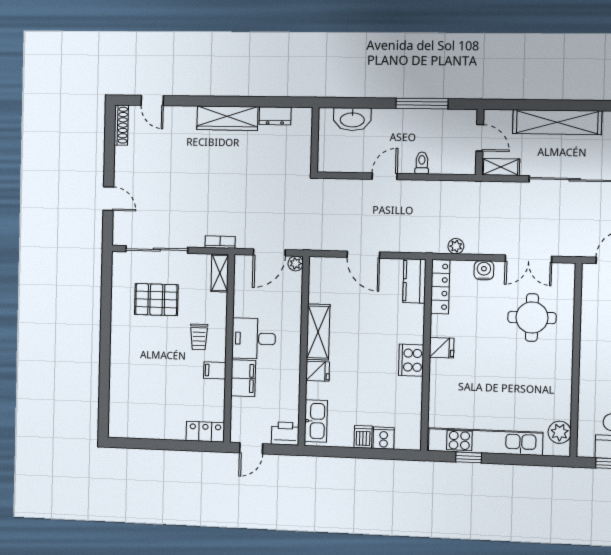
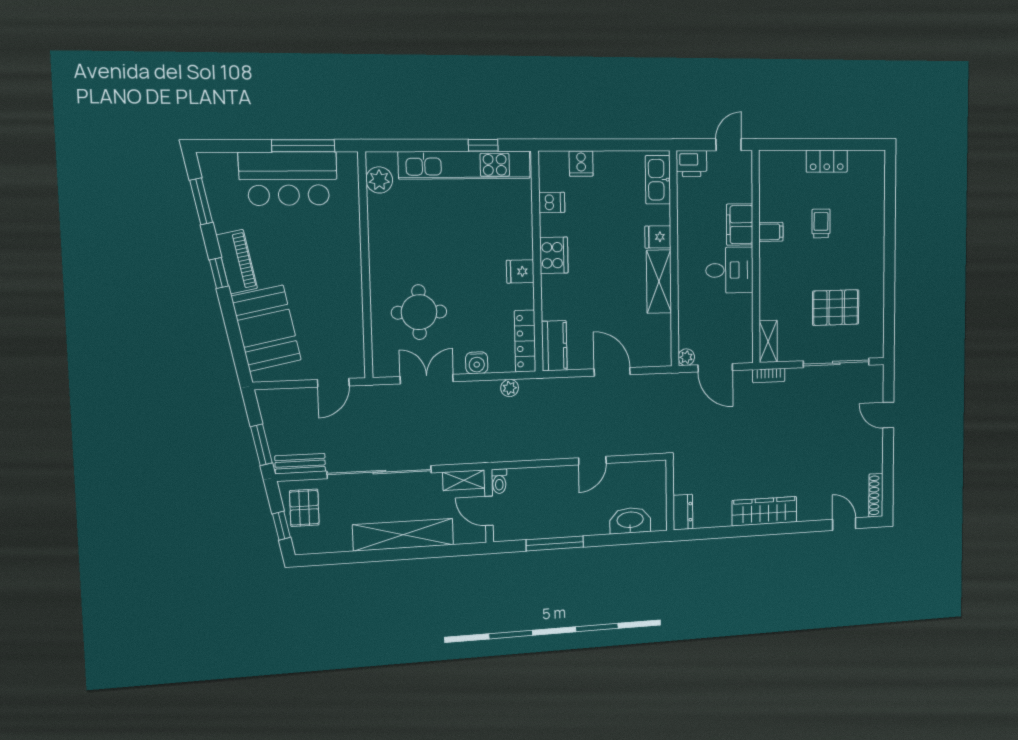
dresser: (275, 116) -> (683, 512), moved, turned 90
toilet: (422, 163) -> (499, 481), moved
door: (269, 252) -> (715, 368), swing flipped
trolley: (199, 337) -> (821, 223), moved
locker: (205, 432) -> (827, 161), moved
dishwasher: (363, 437) -> (552, 202), moved, turned -90

